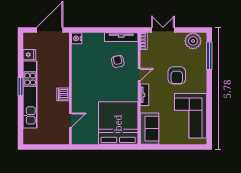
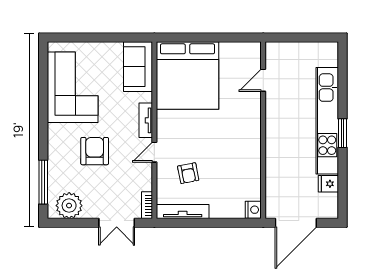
dishwasher: (63, 94) -> (275, 121), removed

